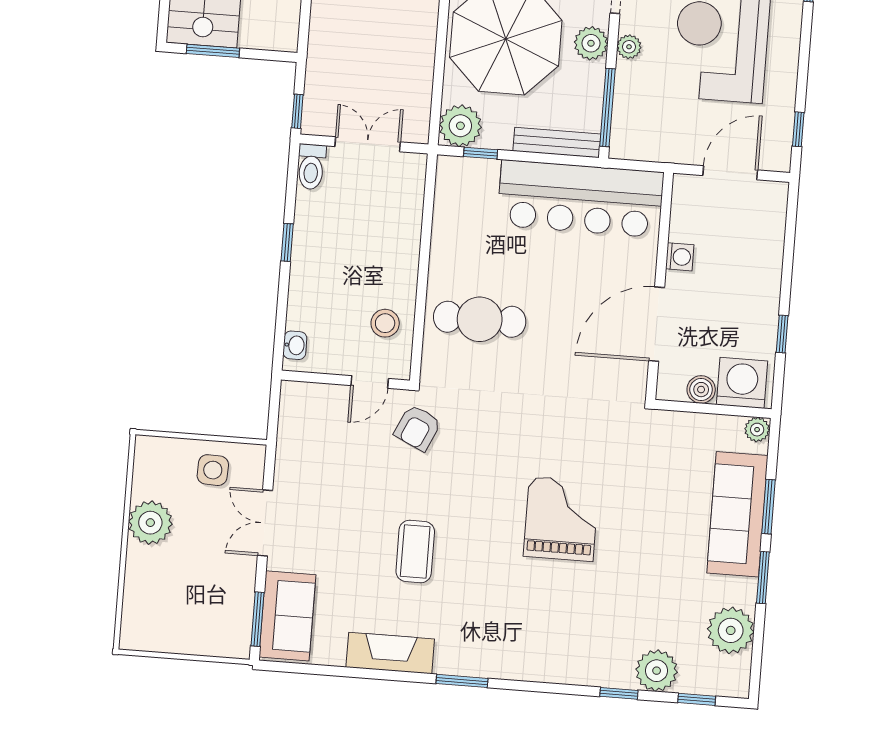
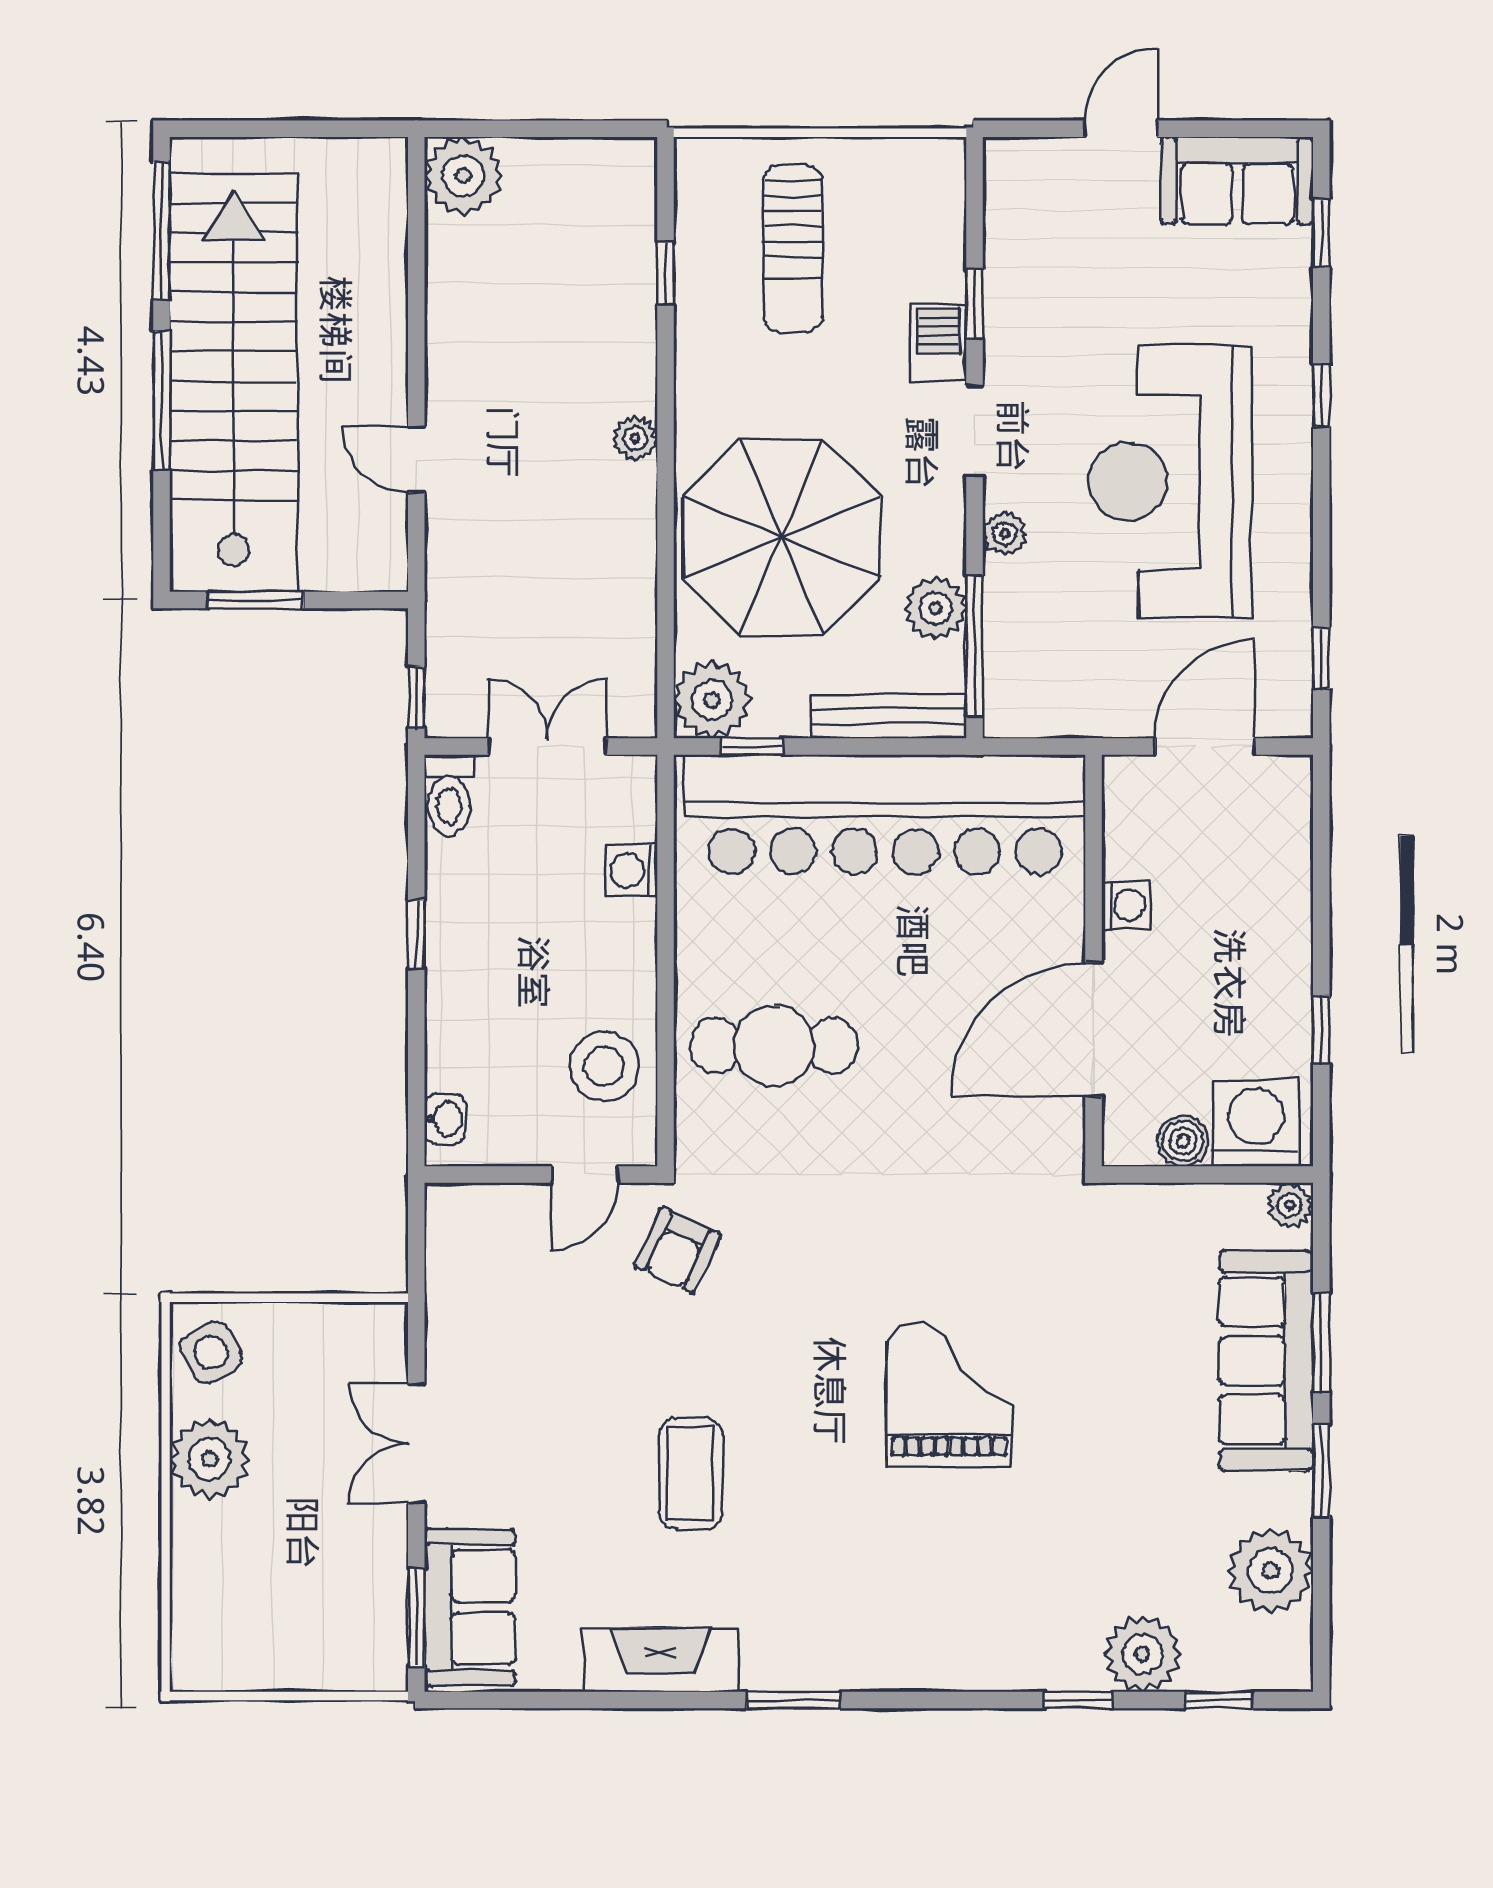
plant: (591, 43) -> (936, 608), moved
bar counter: (580, 199) -> (885, 814), width x1.36
washing machine: (409, 216) -> (631, 871), added
stool: (385, 323) -> (604, 1066), width x1.38, depth x1.38
side table: (213, 470) -> (211, 1352), moved, turned -31

